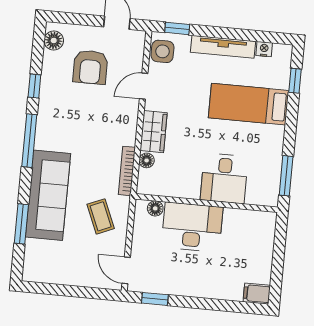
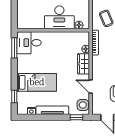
door: (144, 86) -> (91, 86), swing flipped
desk: (224, 178) -> (29, 43), moved, turned -90

